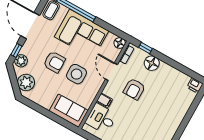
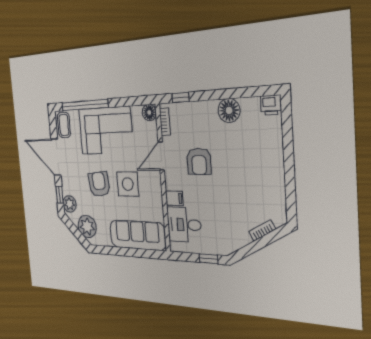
armchair: (54, 62) -> (99, 184), turned -96
floor lamp: (152, 63) -> (229, 110), moved
door: (111, 72) -> (161, 156), hinge flipped
sofa: (69, 111) -> (137, 235), width x1.36

